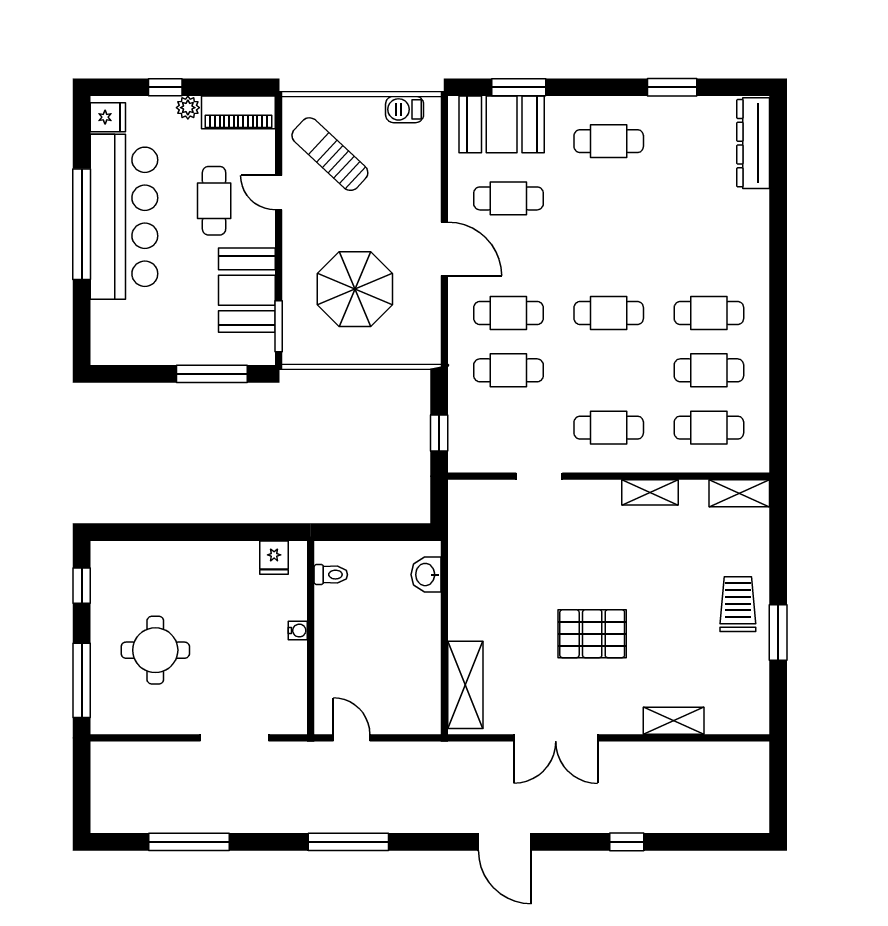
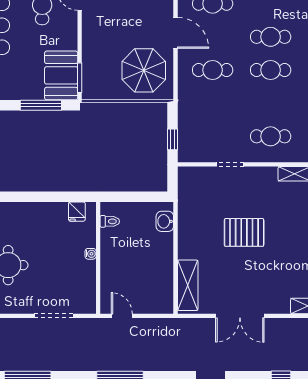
parasol: (355, 289) -> (144, 70), moved
booth: (247, 290) -> (61, 75), moved
cafe table: (508, 370) -> (271, 37), moved
pallet: (592, 634) -> (244, 232), moved

